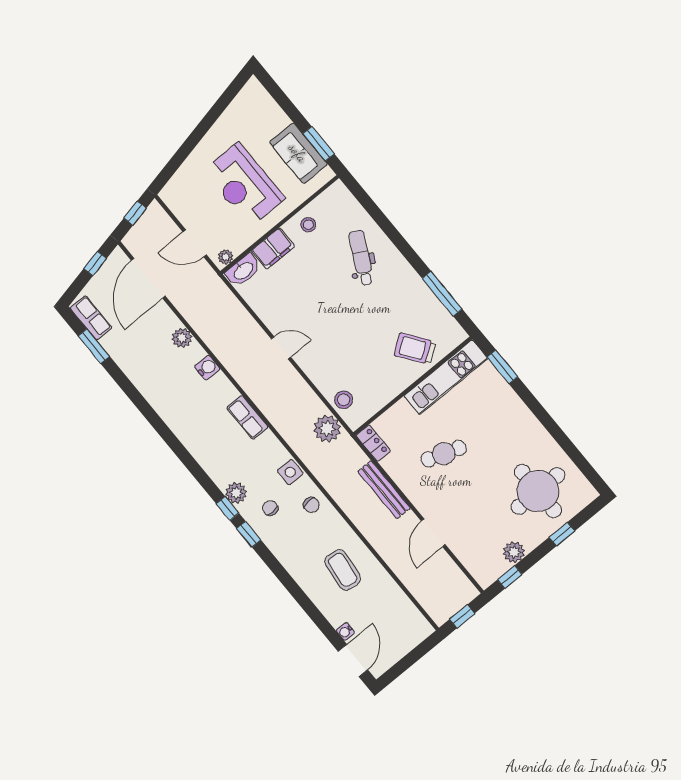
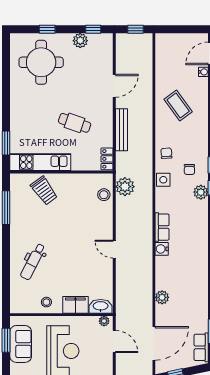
water cooler: (207, 368) -> (162, 249), moved
coffee table: (343, 570) -> (178, 105), turned -43

